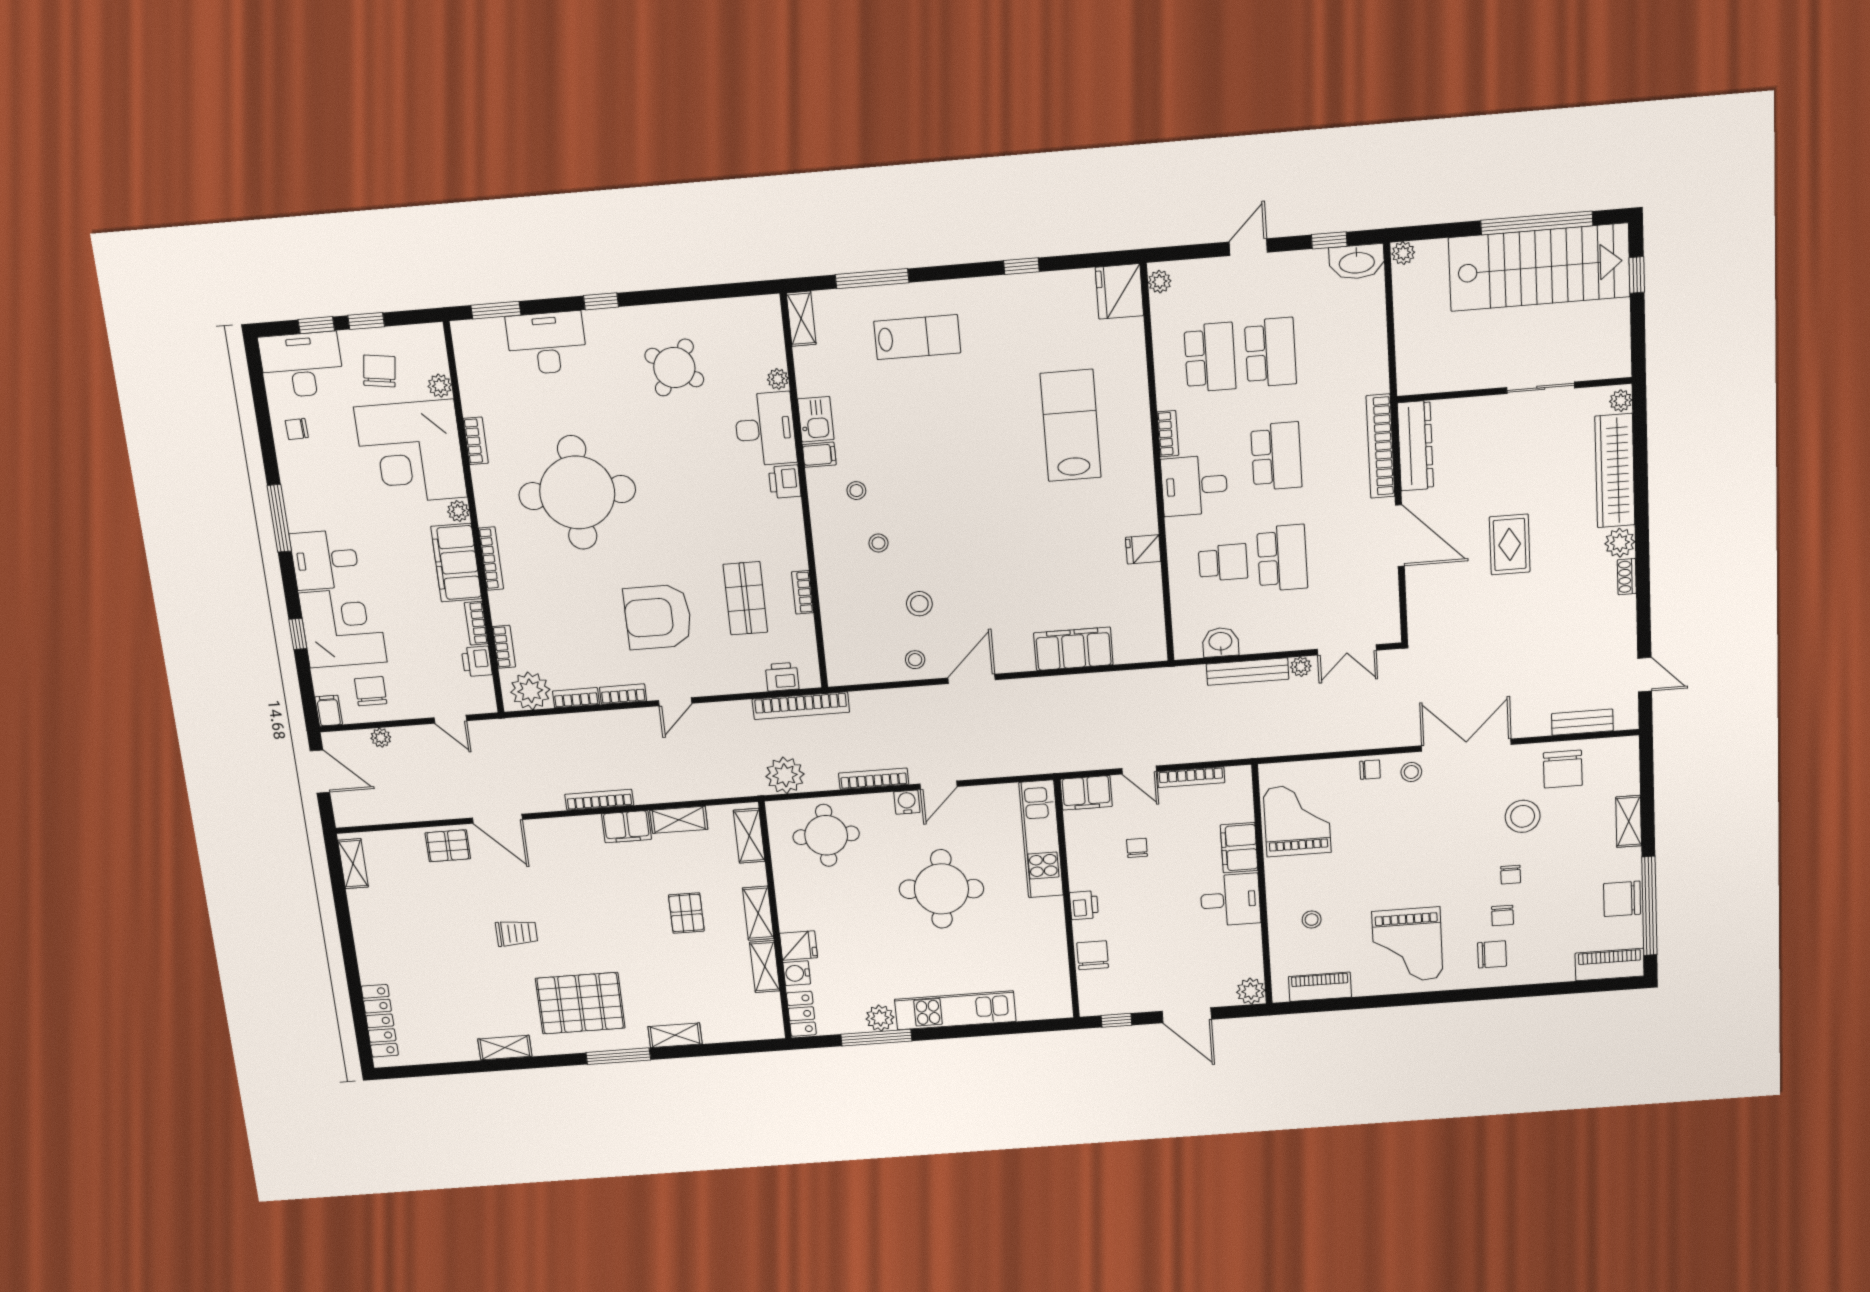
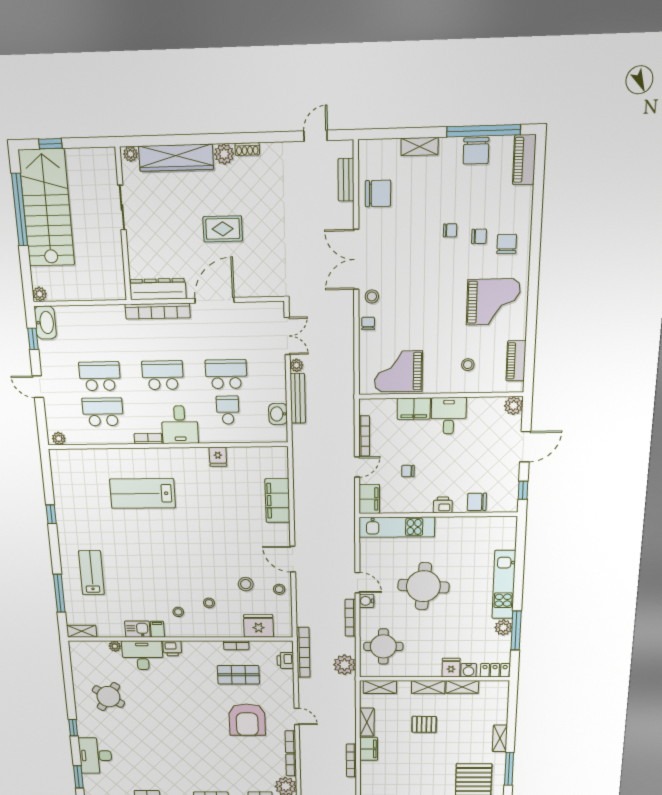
fridge: (1119, 291) -> (258, 626), moved, turned 180
round table: (577, 493) -> (176, 751), removed
stool: (1523, 816) -> (409, 222), removed

